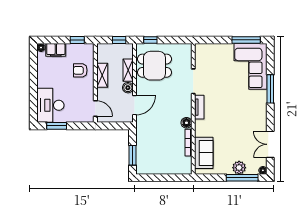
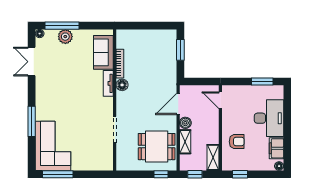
filing cabinet: (56, 50) -> (276, 148), moved, turned -90
shelving: (102, 75) -> (213, 157), moved
desk: (50, 105) -> (269, 118), moved
tv unit: (199, 107) -> (108, 83), moved
double door: (270, 144) -> (32, 62), swing flipped

